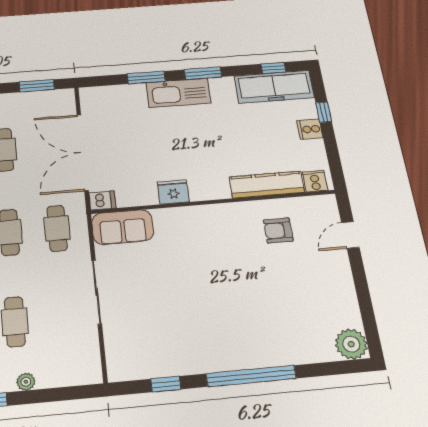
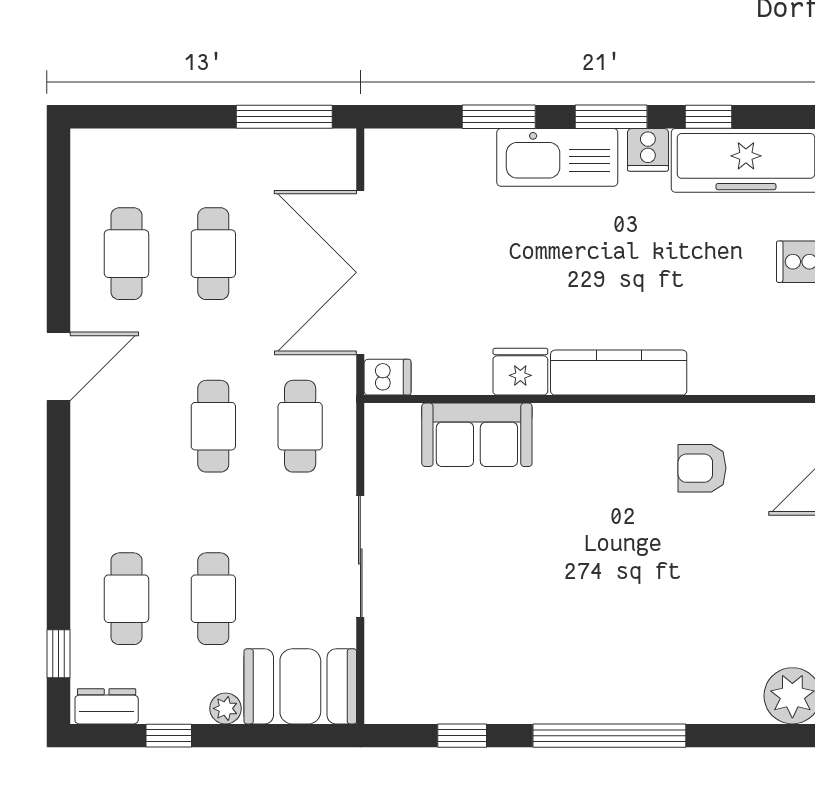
window: (273, 68) -> (709, 117), moved
window: (37, 86) -> (284, 117), width x1.44
cooker: (315, 181) -> (648, 150), moved, turned 180
kitchen counter: (267, 185) -> (619, 373), moved
sofa: (123, 227) -> (477, 435), moved
booth: (69, 365) -> (300, 686), added

